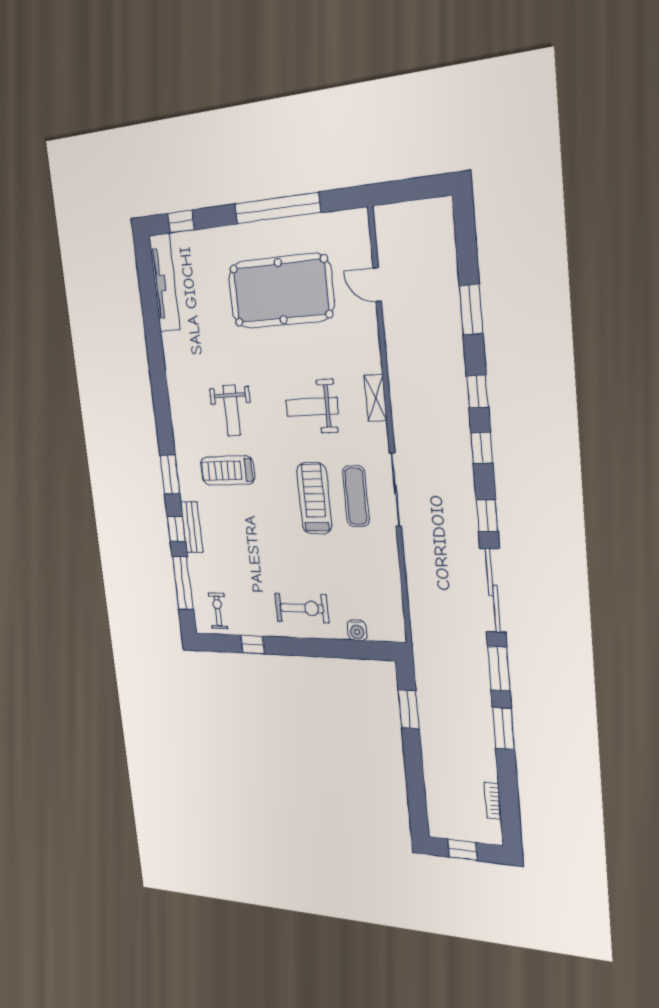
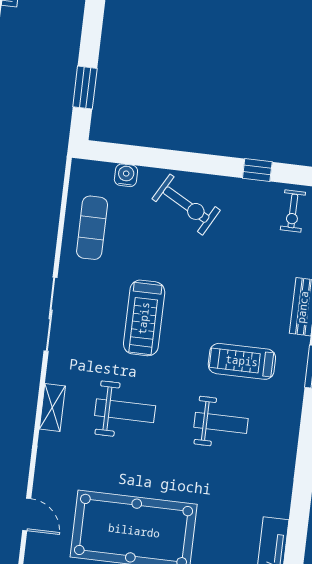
weight bench: (232, 410) -> (221, 423), turned 90
treadmill: (227, 470) -> (242, 361), turned 180
exercise mat: (356, 496) -> (92, 228), moved
exercise bike: (302, 608) -> (186, 205), turned -151

